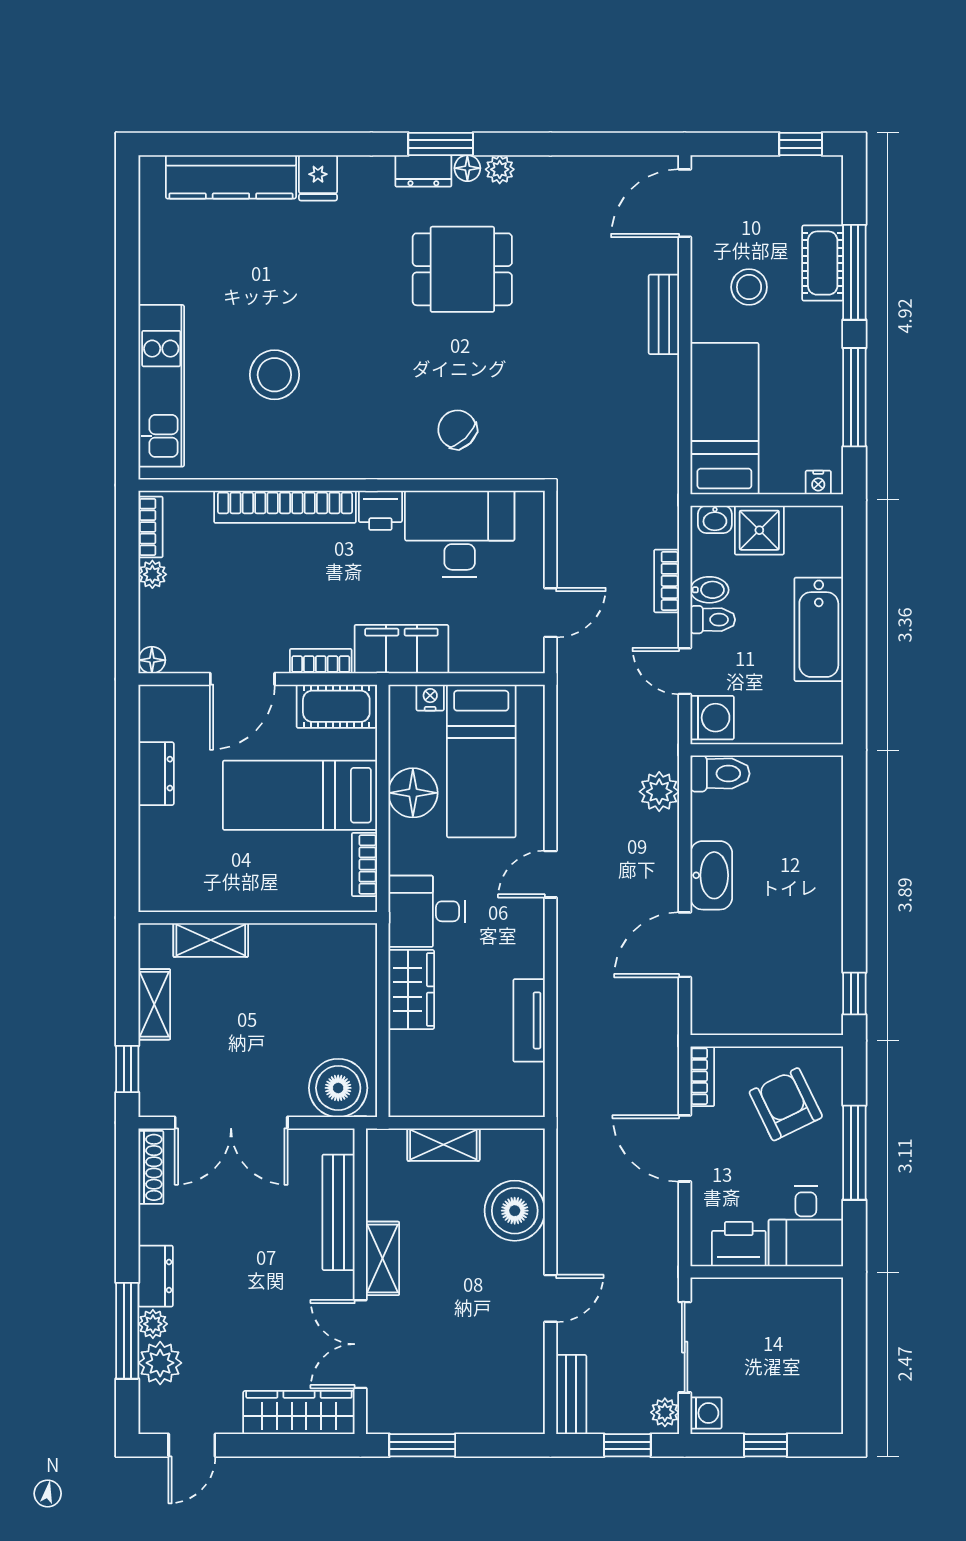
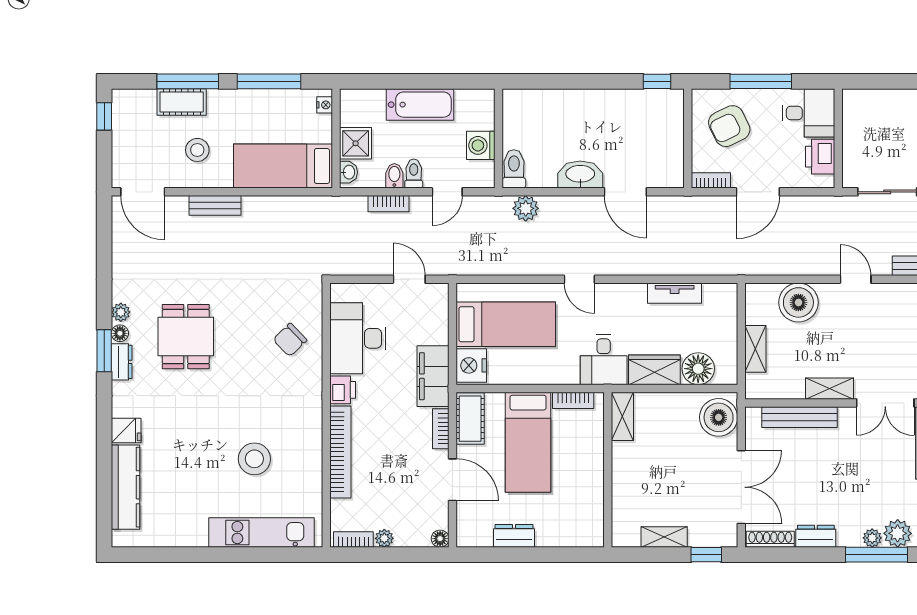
nightstand: (430, 698) -> (471, 365), width x1.89, depth x1.79
washing machine: (712, 718) -> (481, 145), moved, turned -90
floor lamp: (413, 793) -> (698, 369), moved
shelving: (211, 940) -> (622, 416), moved
dresser: (156, 1276) -> (816, 536), moved

